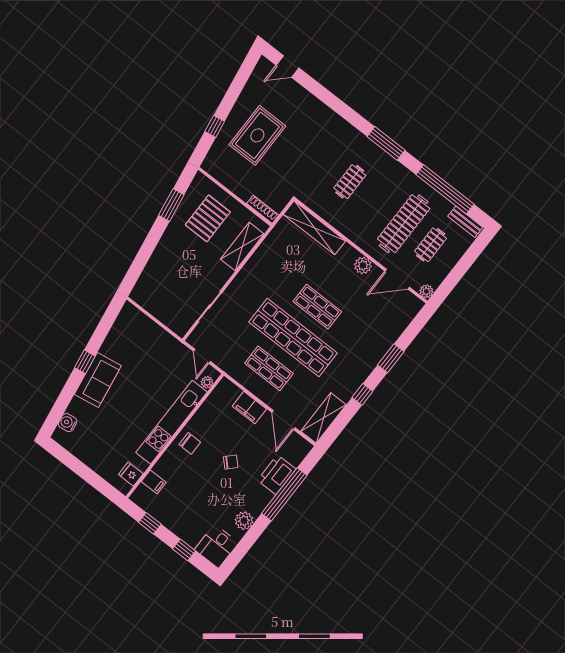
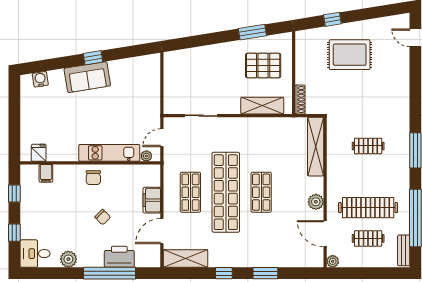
kitchen unit: (171, 422) -> (109, 153), width x0.73

